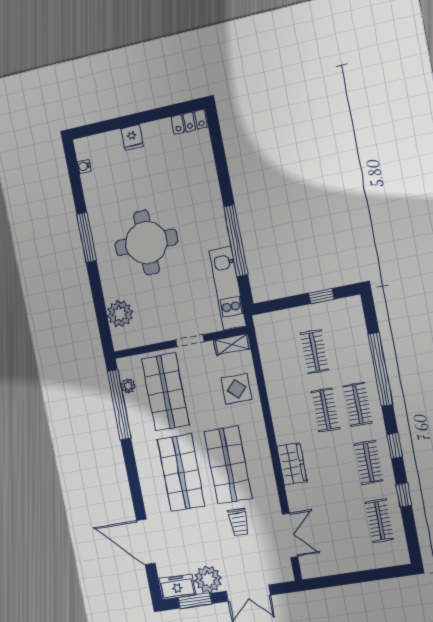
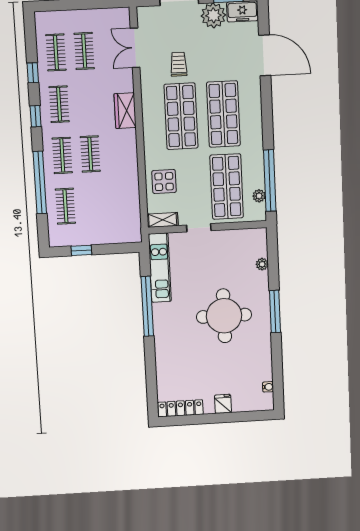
locker: (189, 122) -> (181, 408), width x1.53
window: (86, 237) -> (275, 311), moved
plant: (120, 314) -> (262, 264), width x0.53, depth x0.53
clothes rail: (314, 352) -> (65, 206), moved
clothes rail: (347, 526) -> (84, 51), added

